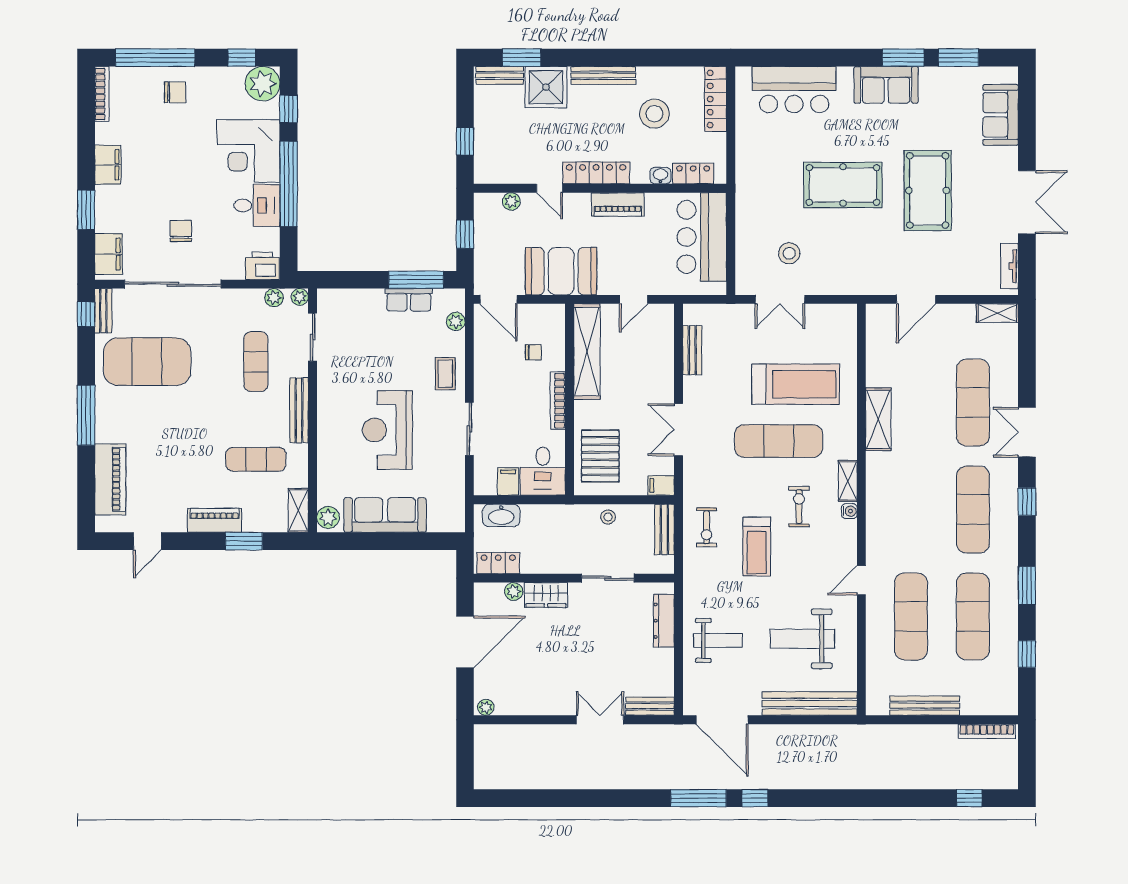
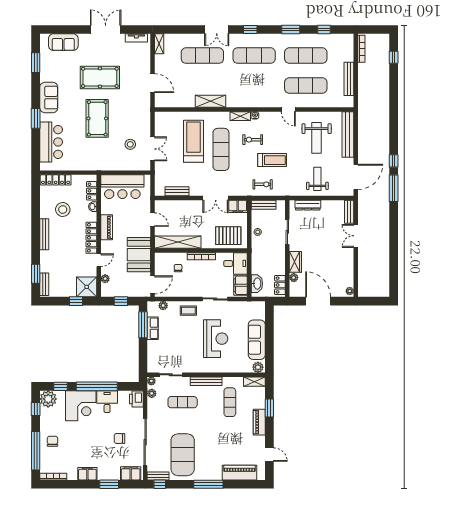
window: (903, 58) -> (36, 118), moved
shower: (546, 87) -> (87, 287), moved
reception desk: (387, 430) -> (216, 339), turned -90
filing cabinet: (508, 481) -> (241, 285), width x2.00
filing cabinet: (661, 486) -> (238, 206), width x2.00

